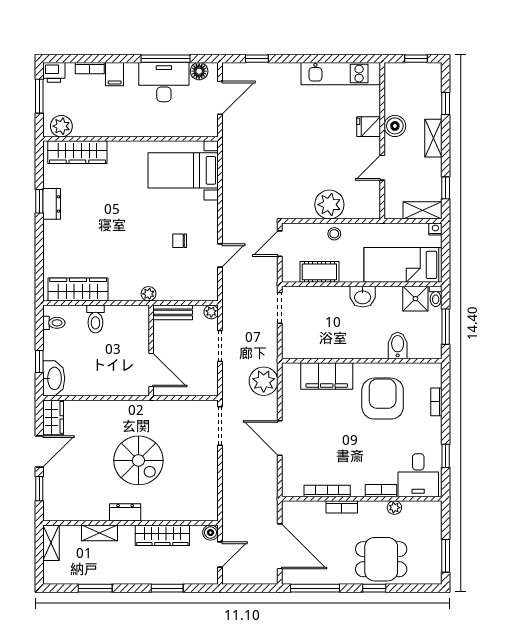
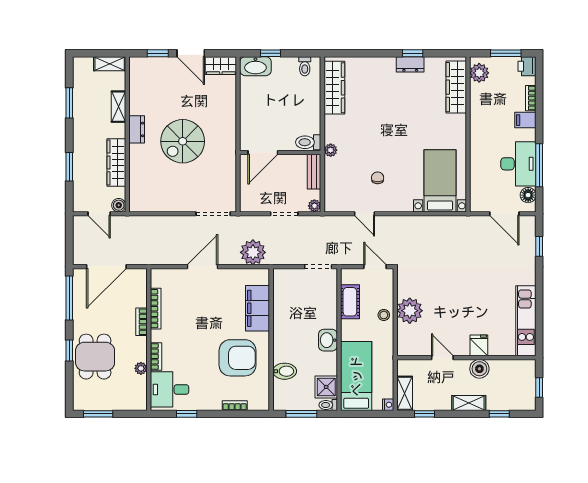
toilet: (95, 319) -> (308, 142), moved

